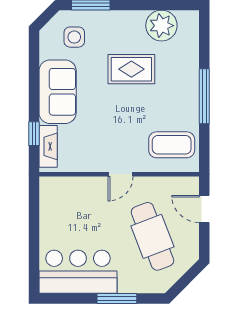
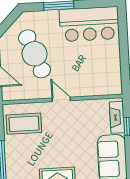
door: (121, 174) -> (61, 99), hinge flipped

